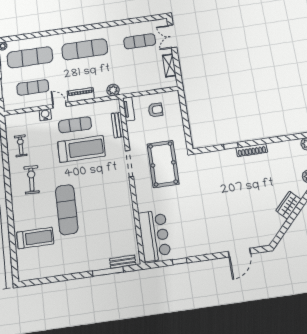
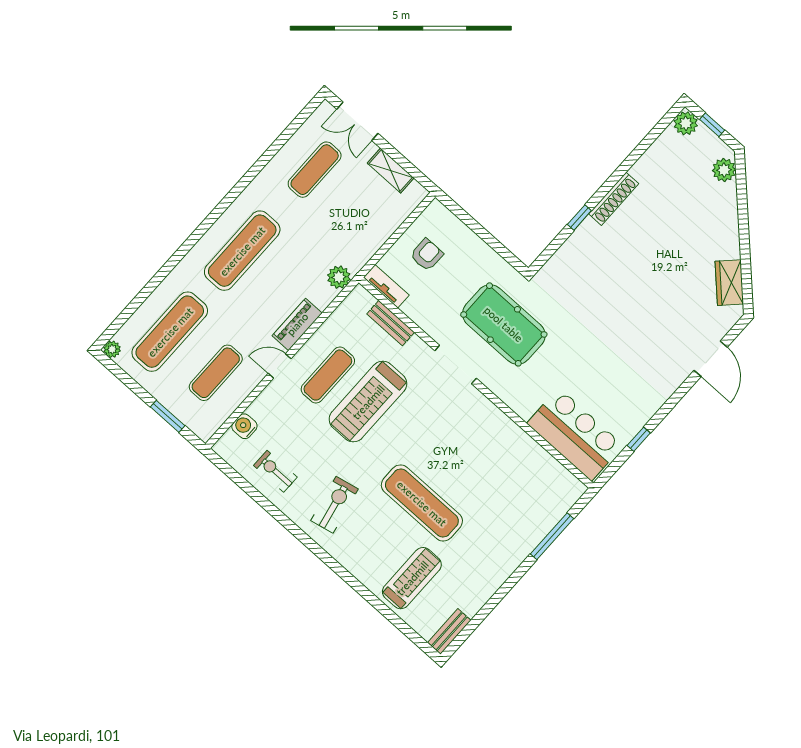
water cooler: (45, 115) -> (244, 426), moved
treadmill: (81, 149) -> (368, 402), turned 180
exercise bike: (32, 180) -> (335, 505), turned 76
wardrobe: (289, 205) -> (729, 283), moved
bench: (123, 262) -> (449, 631), moved

